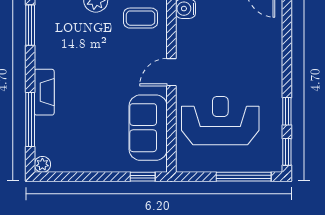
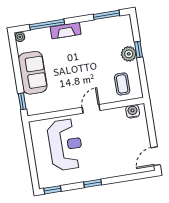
door: (171, 72) -> (91, 109), hinge flipped
window: (287, 111) -> (93, 183), moved
sofa: (148, 128) -> (33, 73), moved, turned 90
window: (244, 177) -> (32, 165), removed

